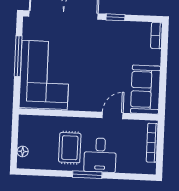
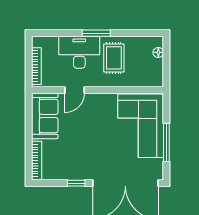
bookcase: (156, 35) -> (37, 161), width x1.56
desk: (100, 155) -> (79, 52), width x1.37

